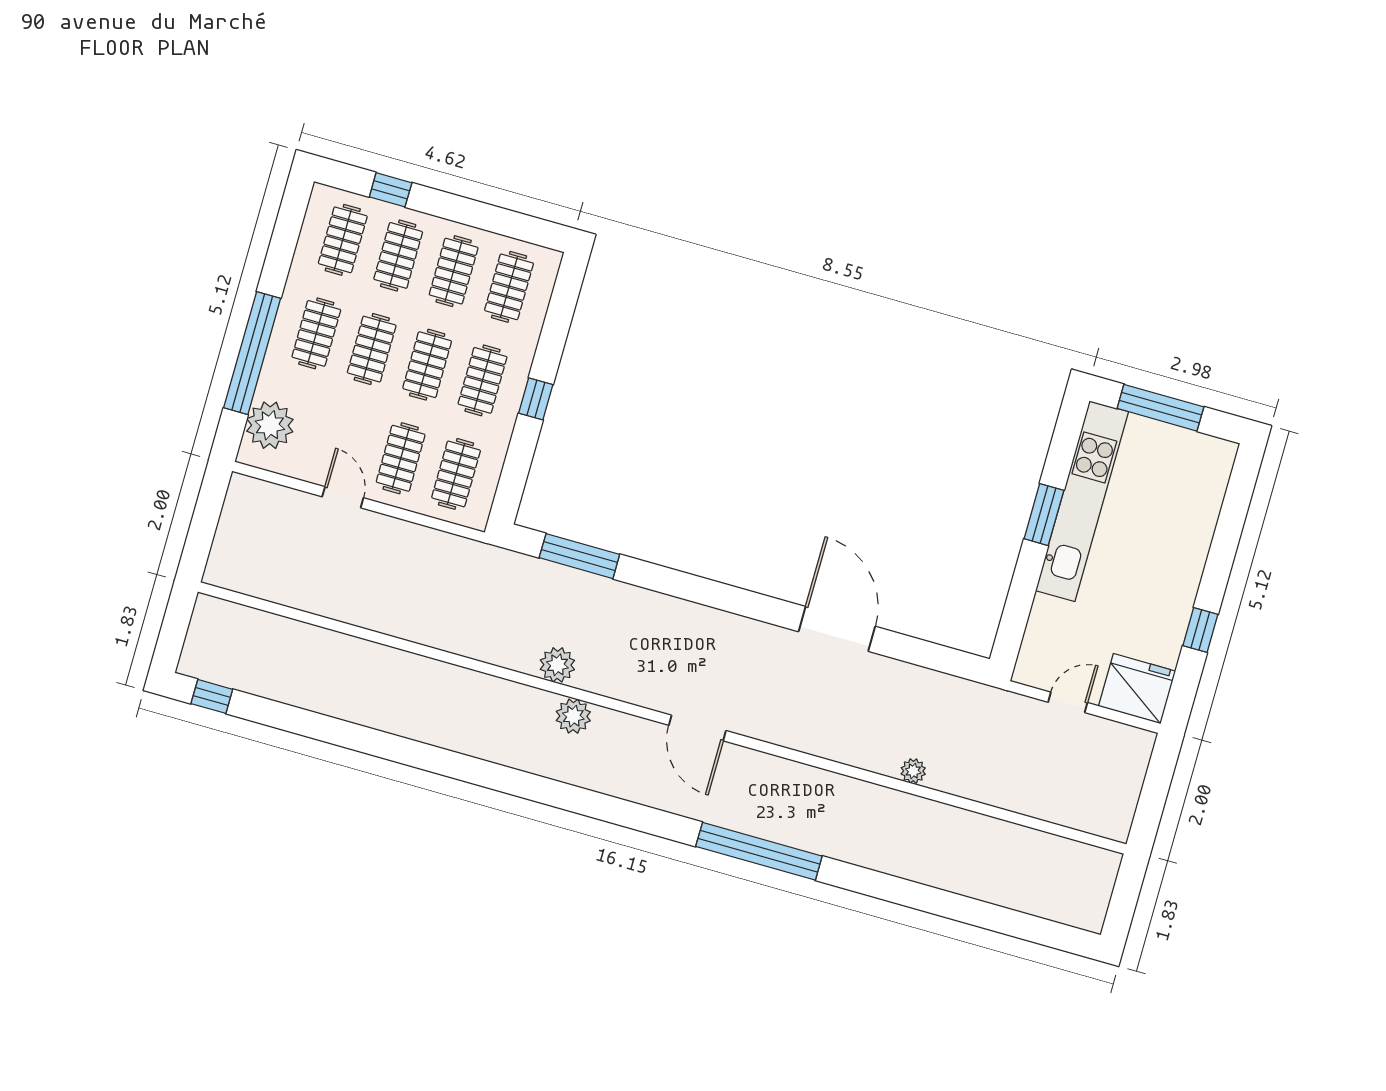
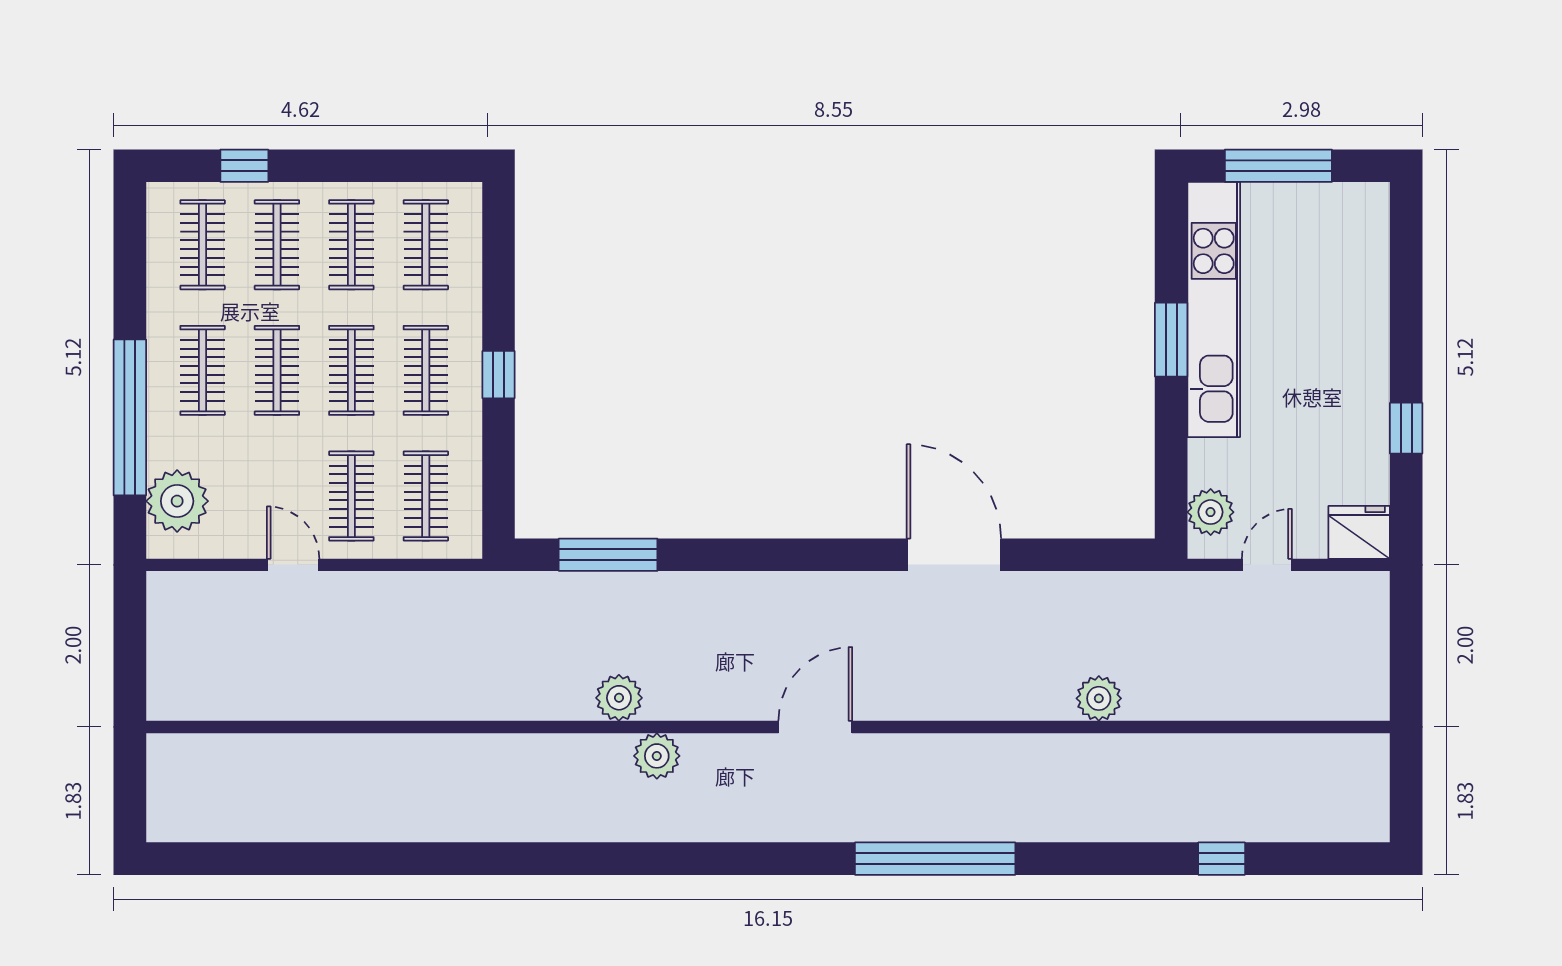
plant: (1037, 651) -> (1211, 512), added
fridge: (1137, 689) -> (1359, 532), width x0.73, depth x0.75
window: (212, 696) -> (1222, 859), moved
door: (697, 728) -> (815, 727), swing flipped
plant: (913, 771) -> (1099, 698), width x1.38, depth x1.38

